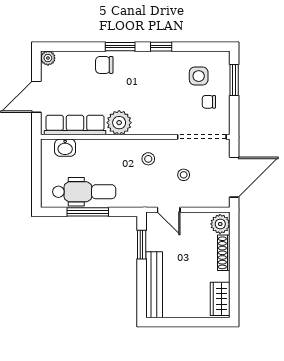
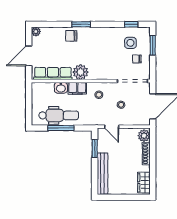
window: (161, 47) -> (131, 24), moved
washbasin: (65, 148) -> (61, 88), moved
filing cabinet: (114, 149) -> (77, 88), added

